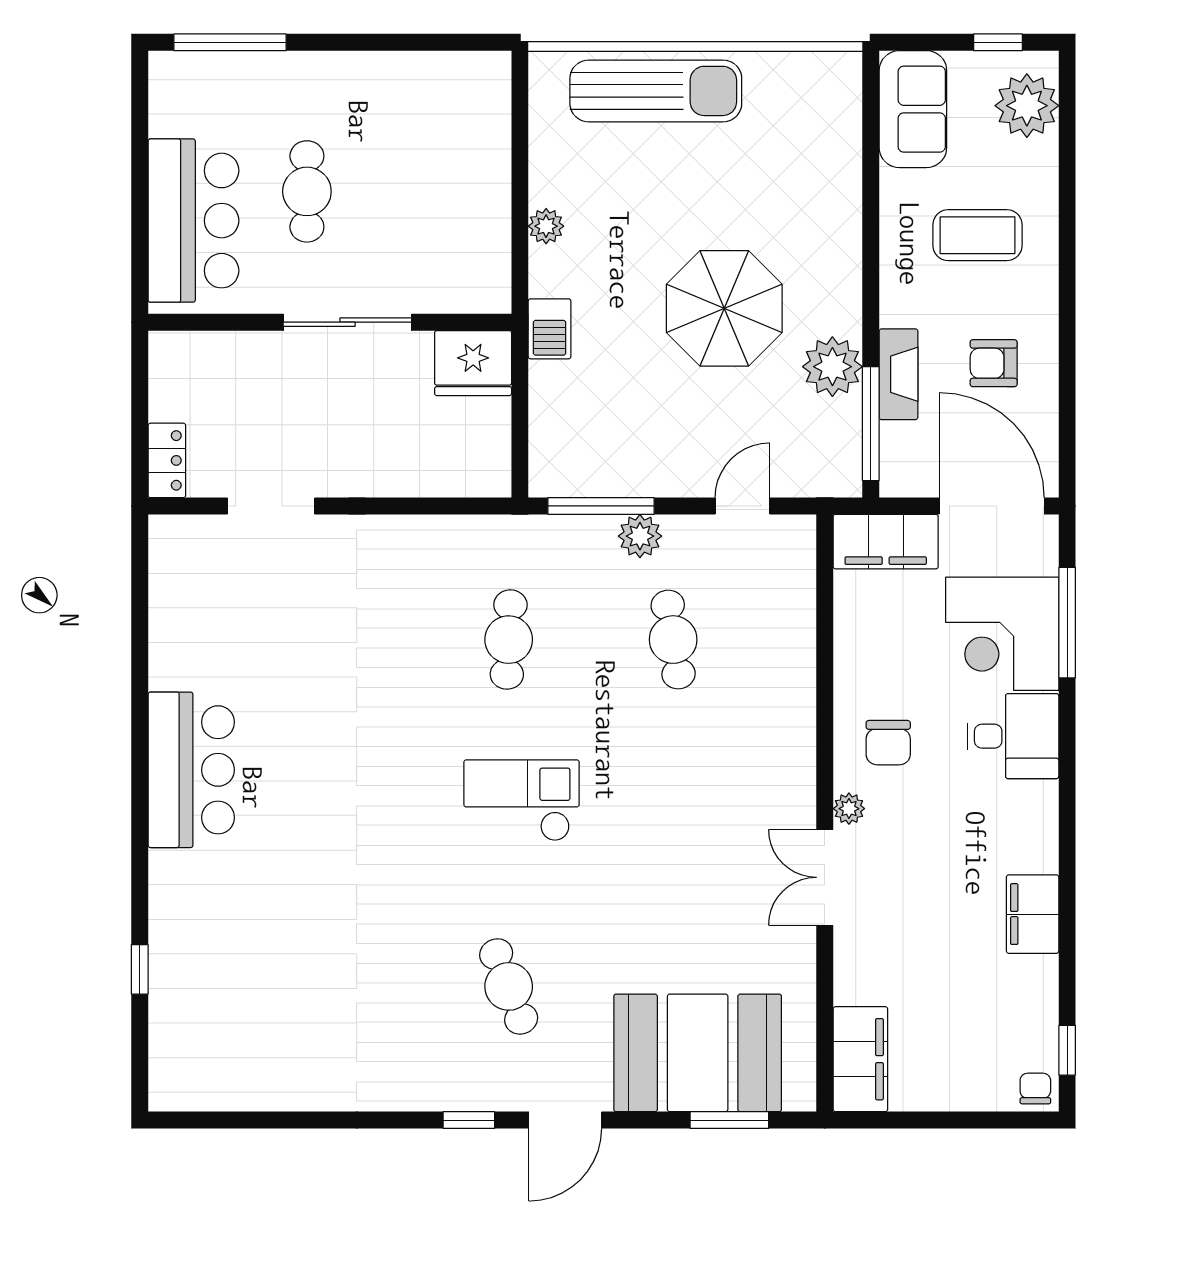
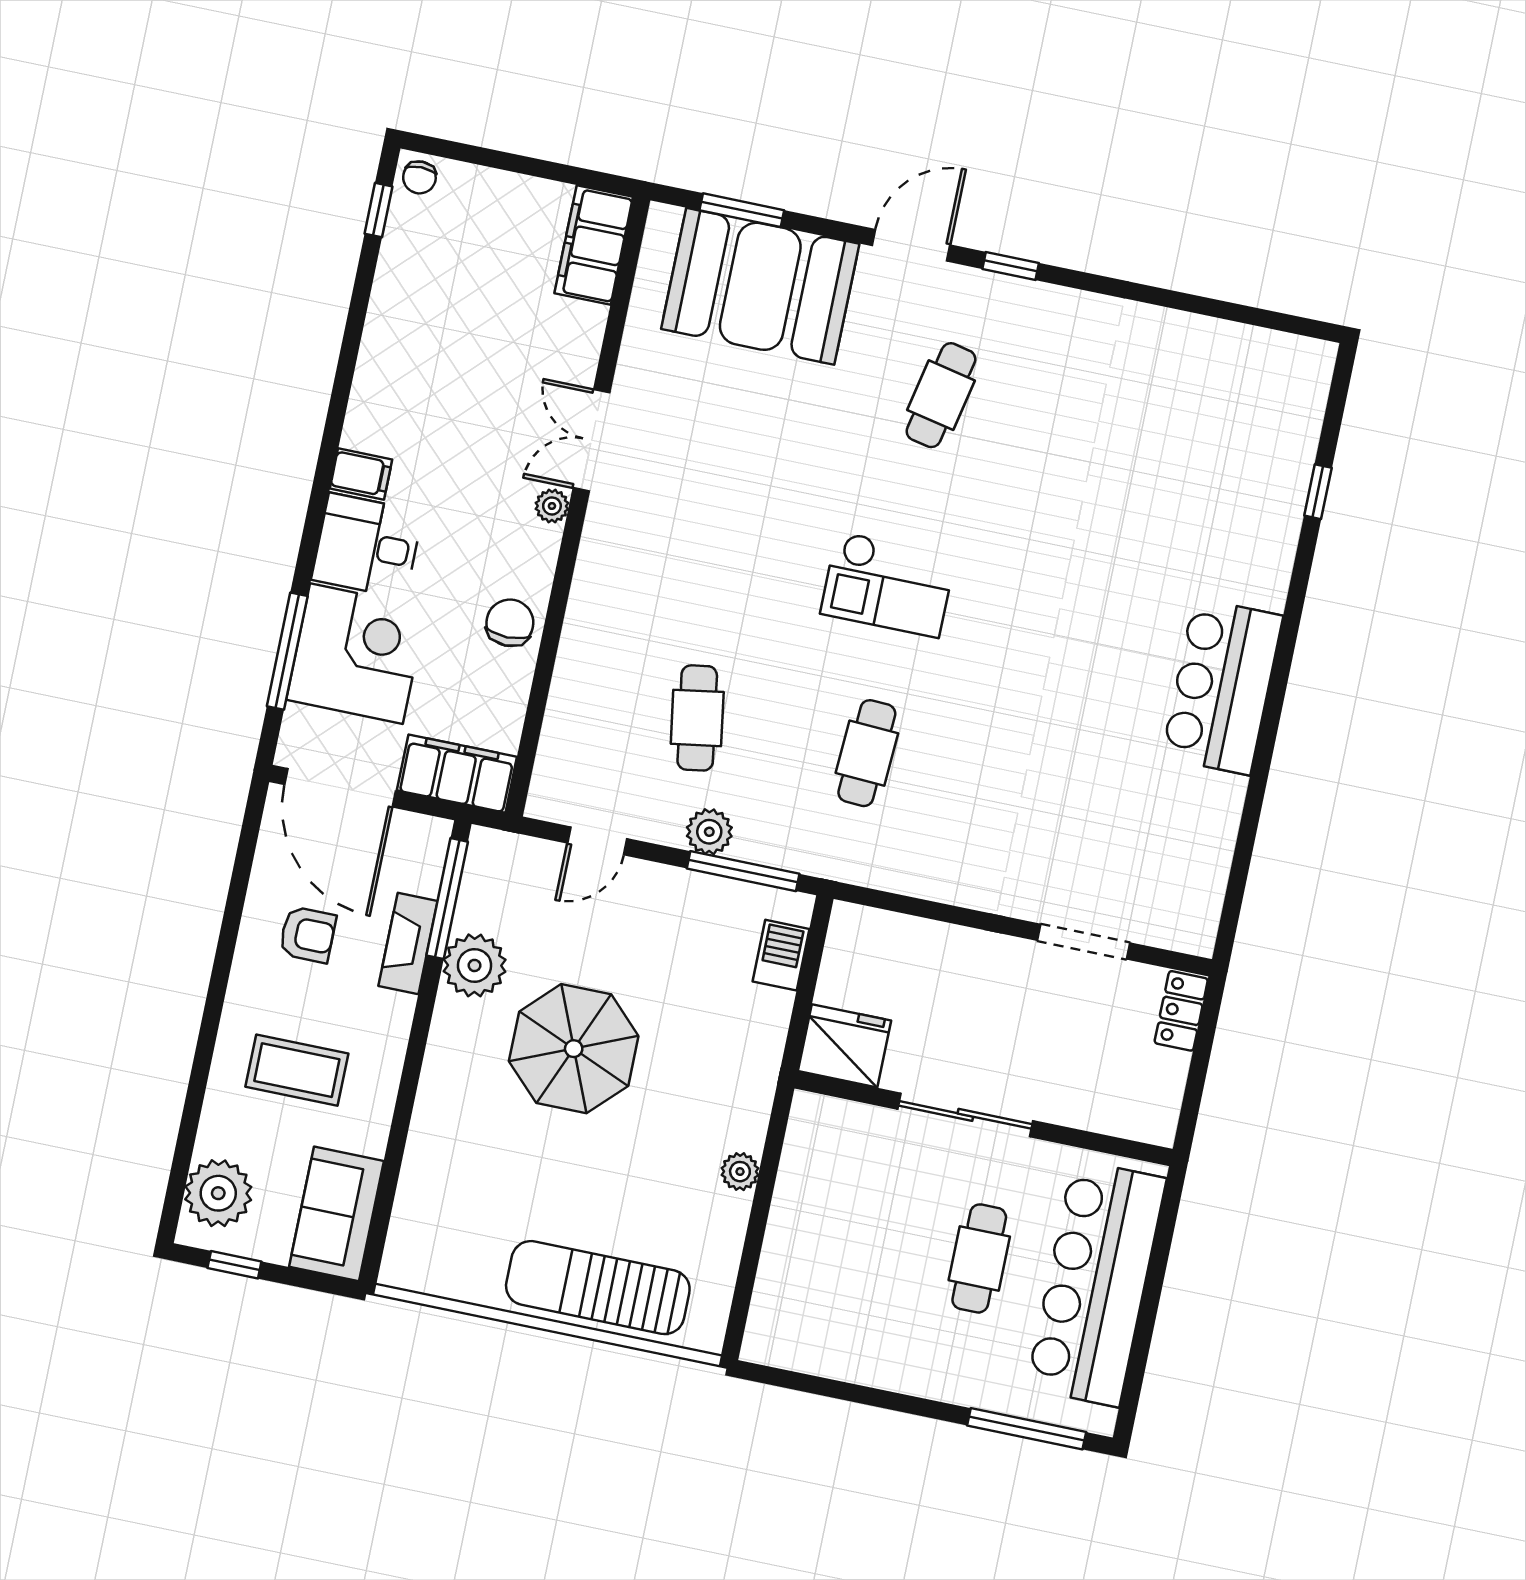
bar counter: (193, 221) -> (1096, 1283), width x1.36
barbecue: (550, 329) -> (781, 955), moved
chair: (888, 743) -> (510, 623), moved
double door: (825, 877) -> (592, 440), swing flipped
filing cabinet: (1033, 914) -> (361, 474), moved, width x0.50
cafe table: (509, 986) -> (941, 395), turned 33

